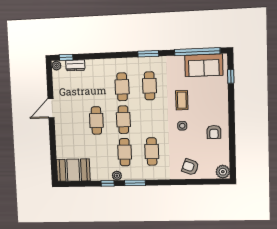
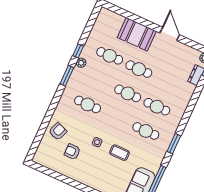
armchair: (214, 132) -> (72, 152), moved
cafe table: (125, 152) -> (110, 56), moved
booth: (73, 170) -> (137, 34), moved, turned 90
plant: (223, 172) -> (40, 157), removed

